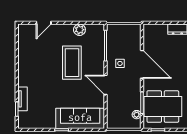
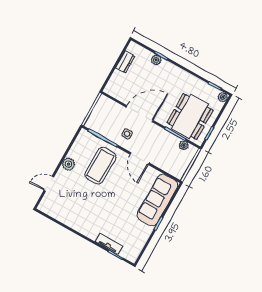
door: (44, 23) -> (49, 184), swing flipped
plant: (79, 30) -> (68, 164), moved
coffee table: (72, 63) -> (100, 166), moved, turned 90
door: (106, 85) -> (140, 159), hinge flipped

